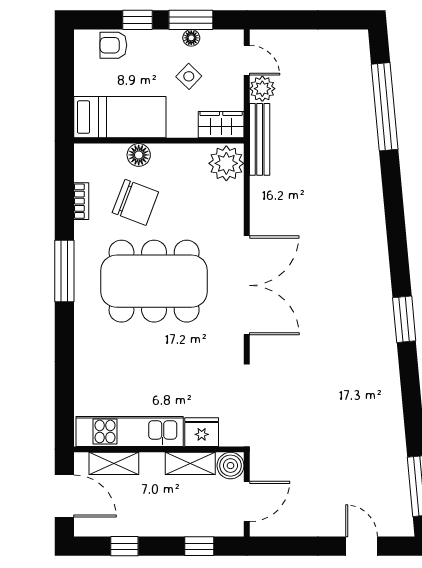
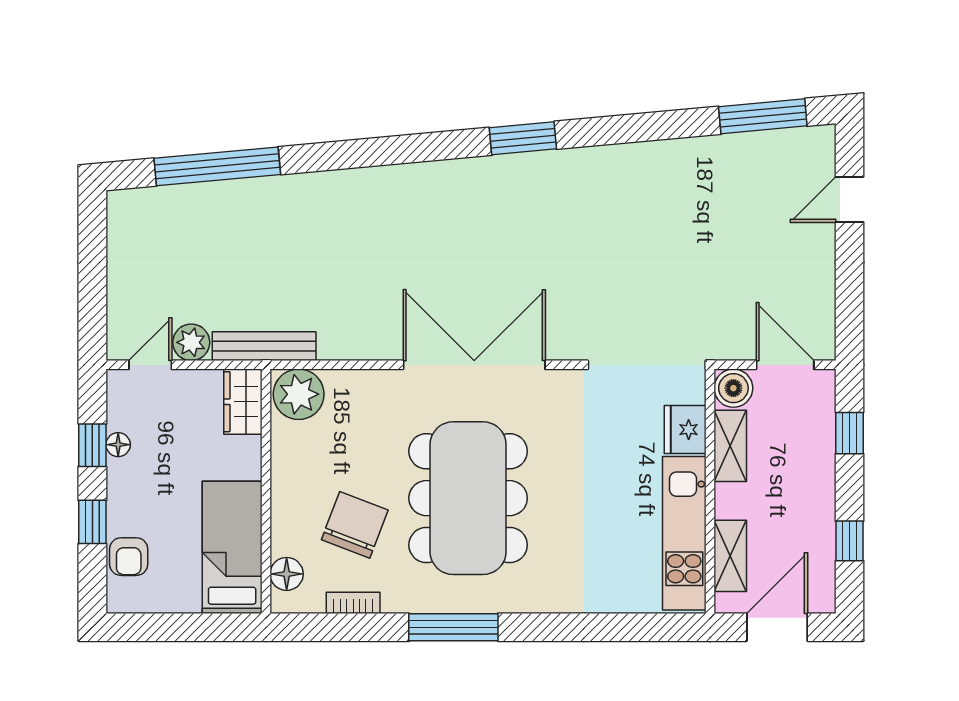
window: (191, 20) -> (92, 445), width x0.67
side table: (189, 76) -> (173, 448), removed
floor lamp: (139, 155) -> (287, 574), moved

